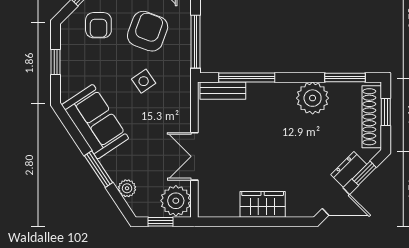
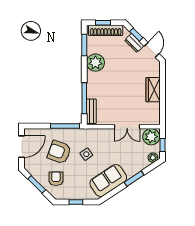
armchair: (98, 25) -> (56, 179), turned -90
plant: (127, 188) -> (153, 158), moved

